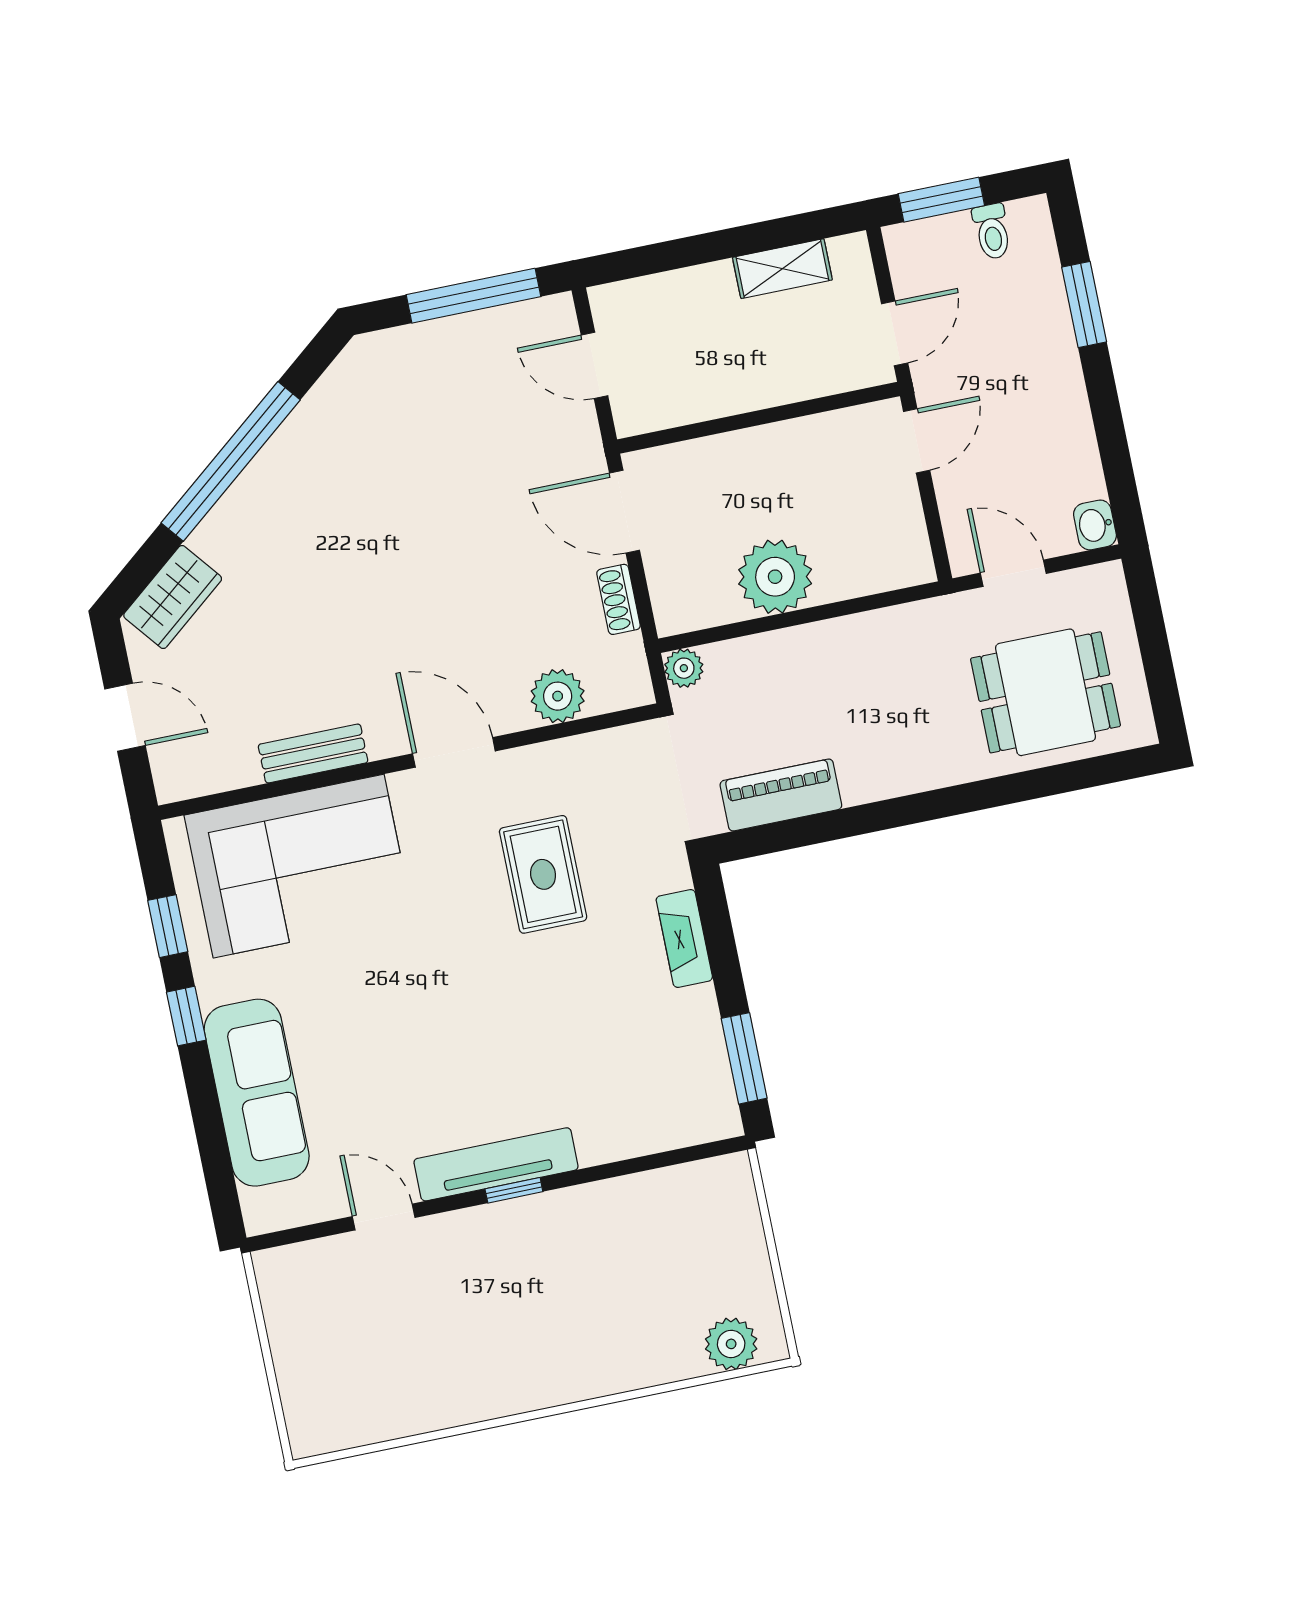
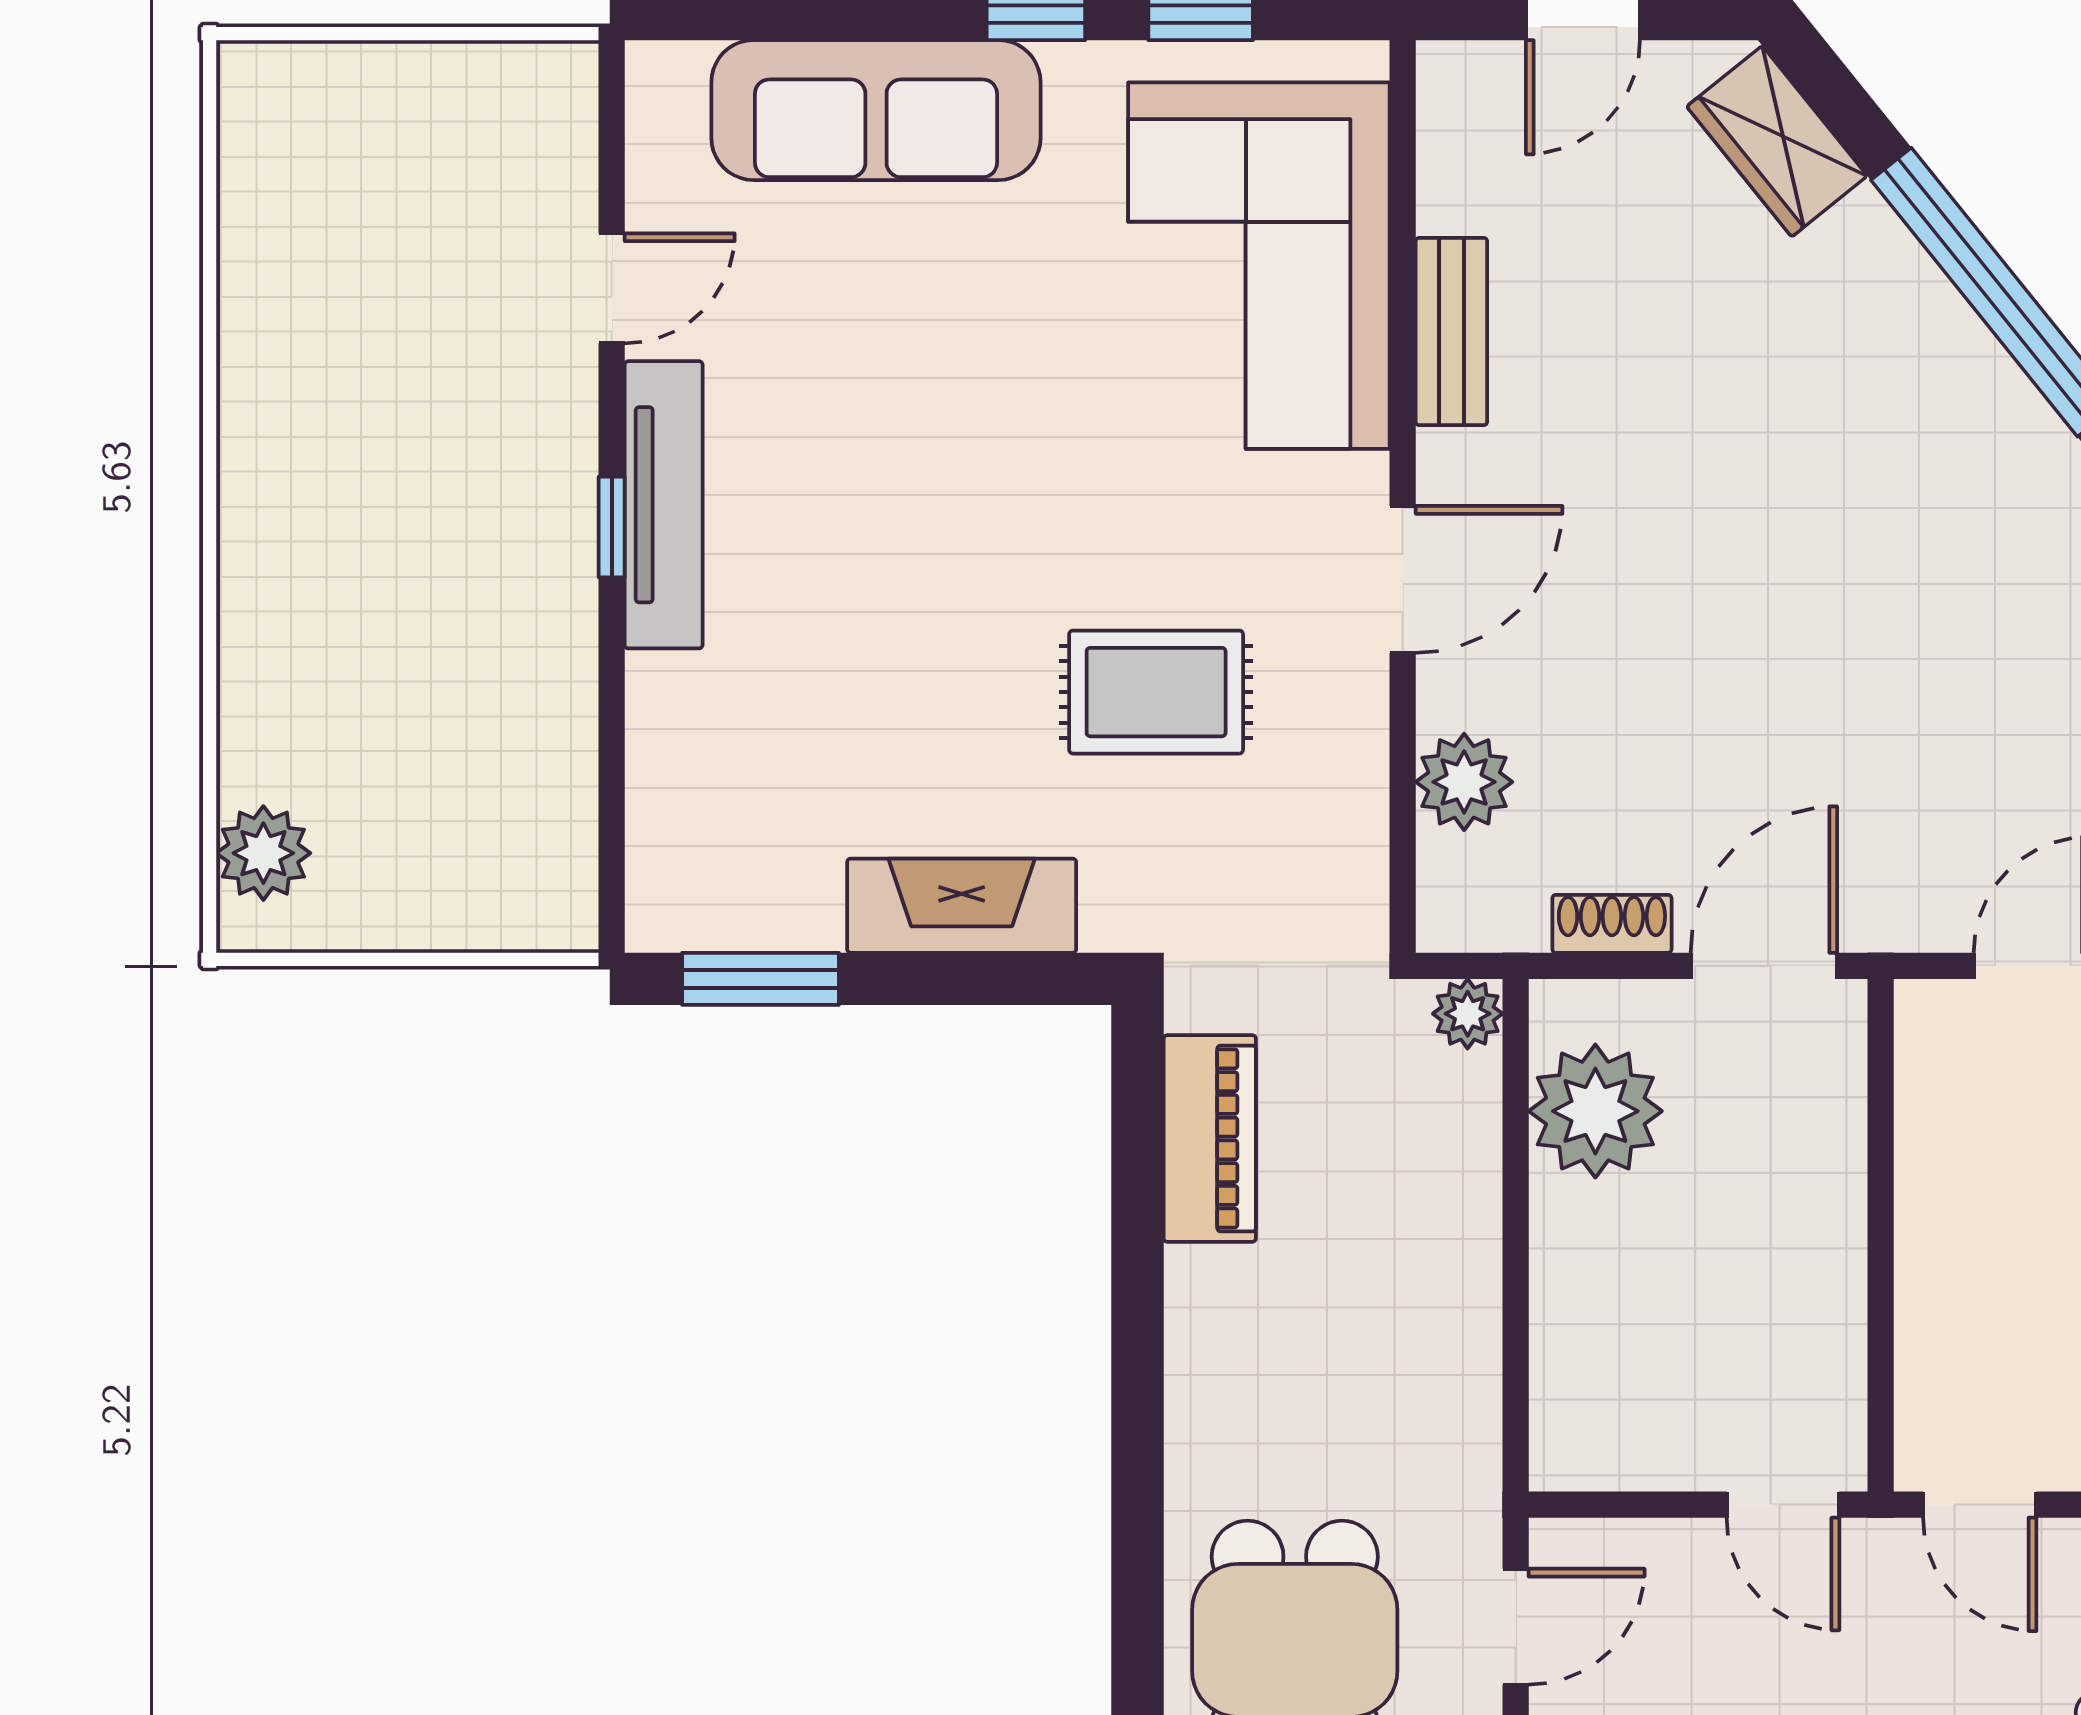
plant: (775, 577) -> (1595, 1111), moved
fireplace: (684, 939) -> (962, 906), width x1.37, depth x1.32

